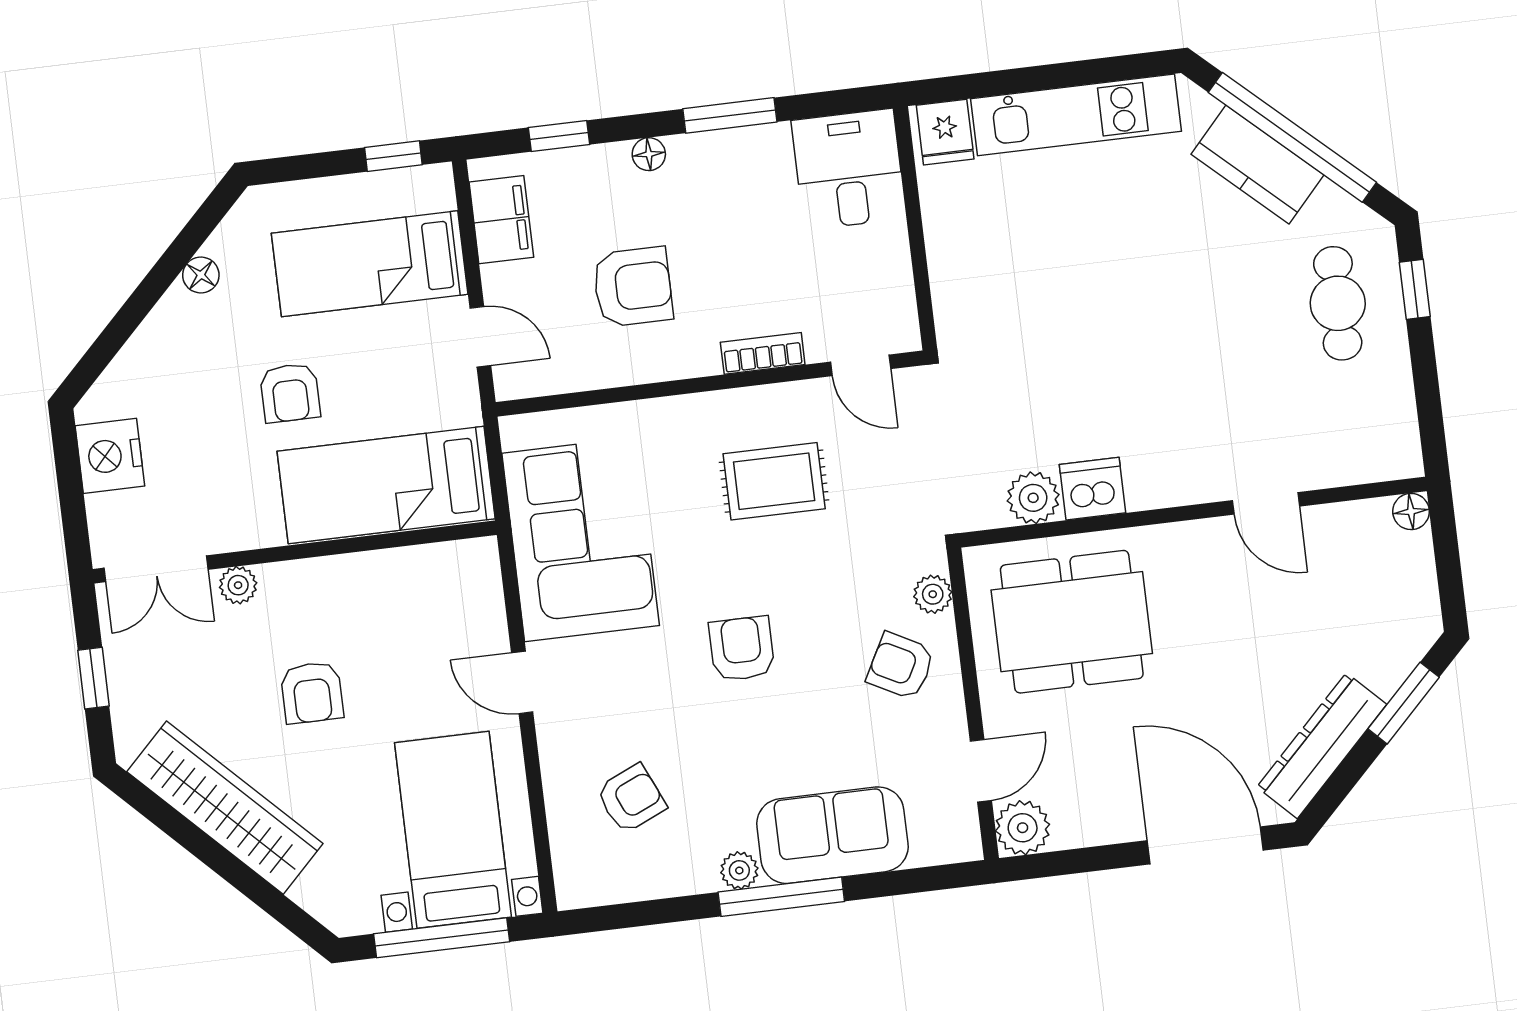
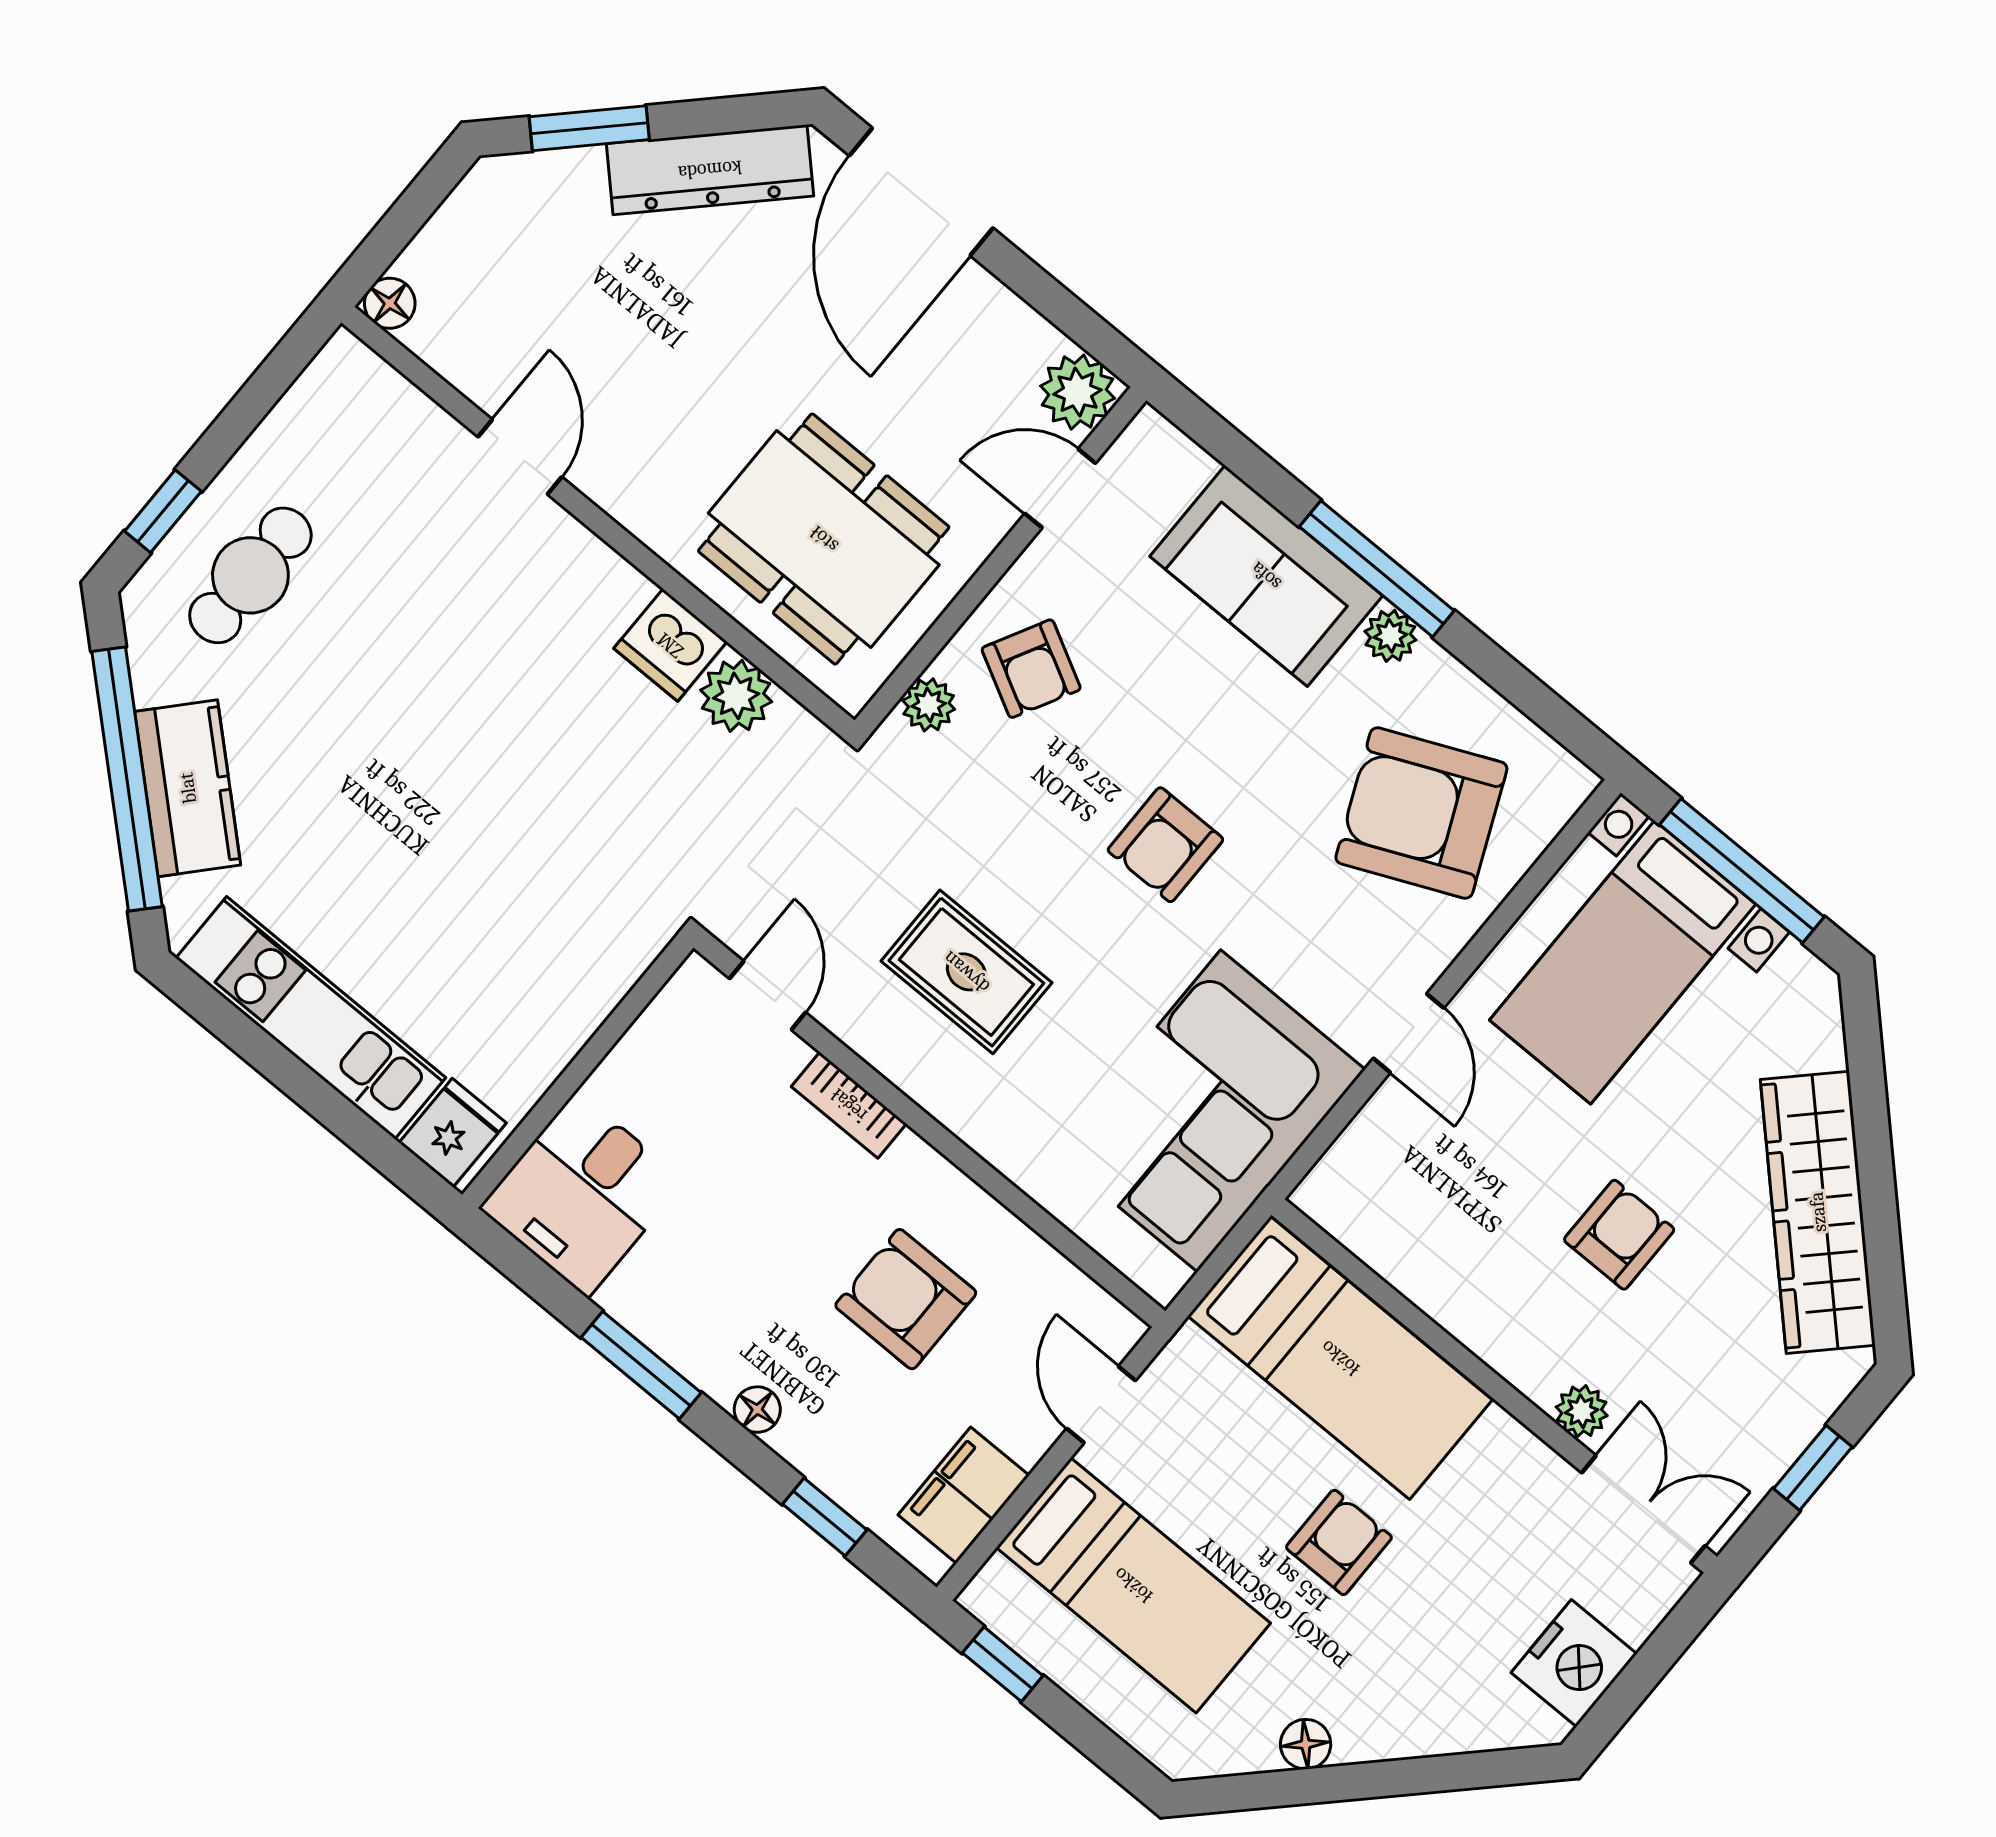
armchair: (631, 799) -> (1421, 813), width x1.88, depth x1.88

